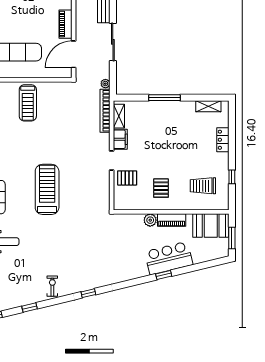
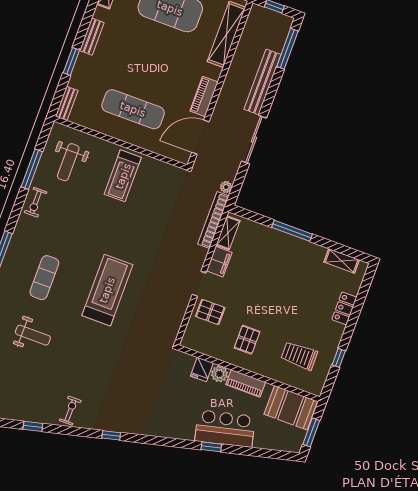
fridge: (136, 222) -> (202, 369), added

